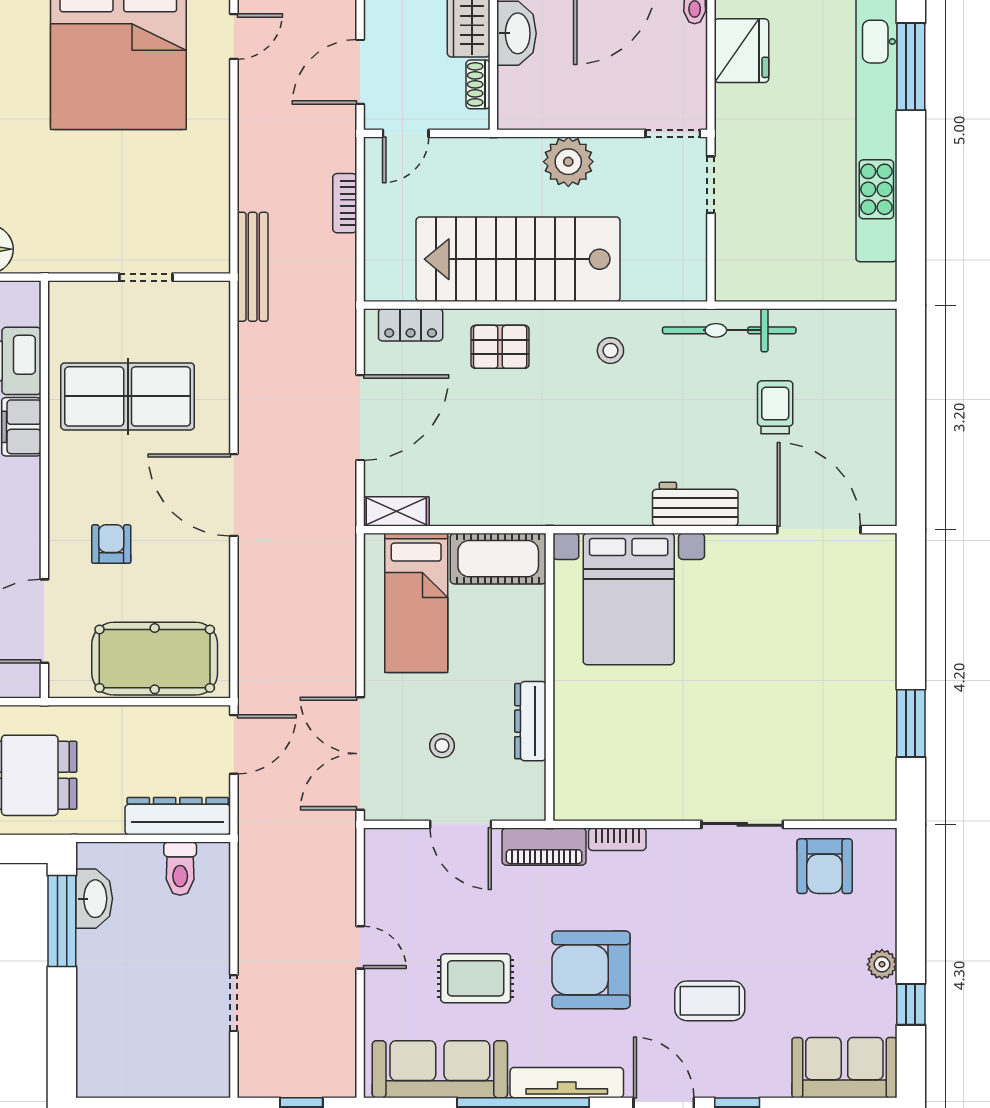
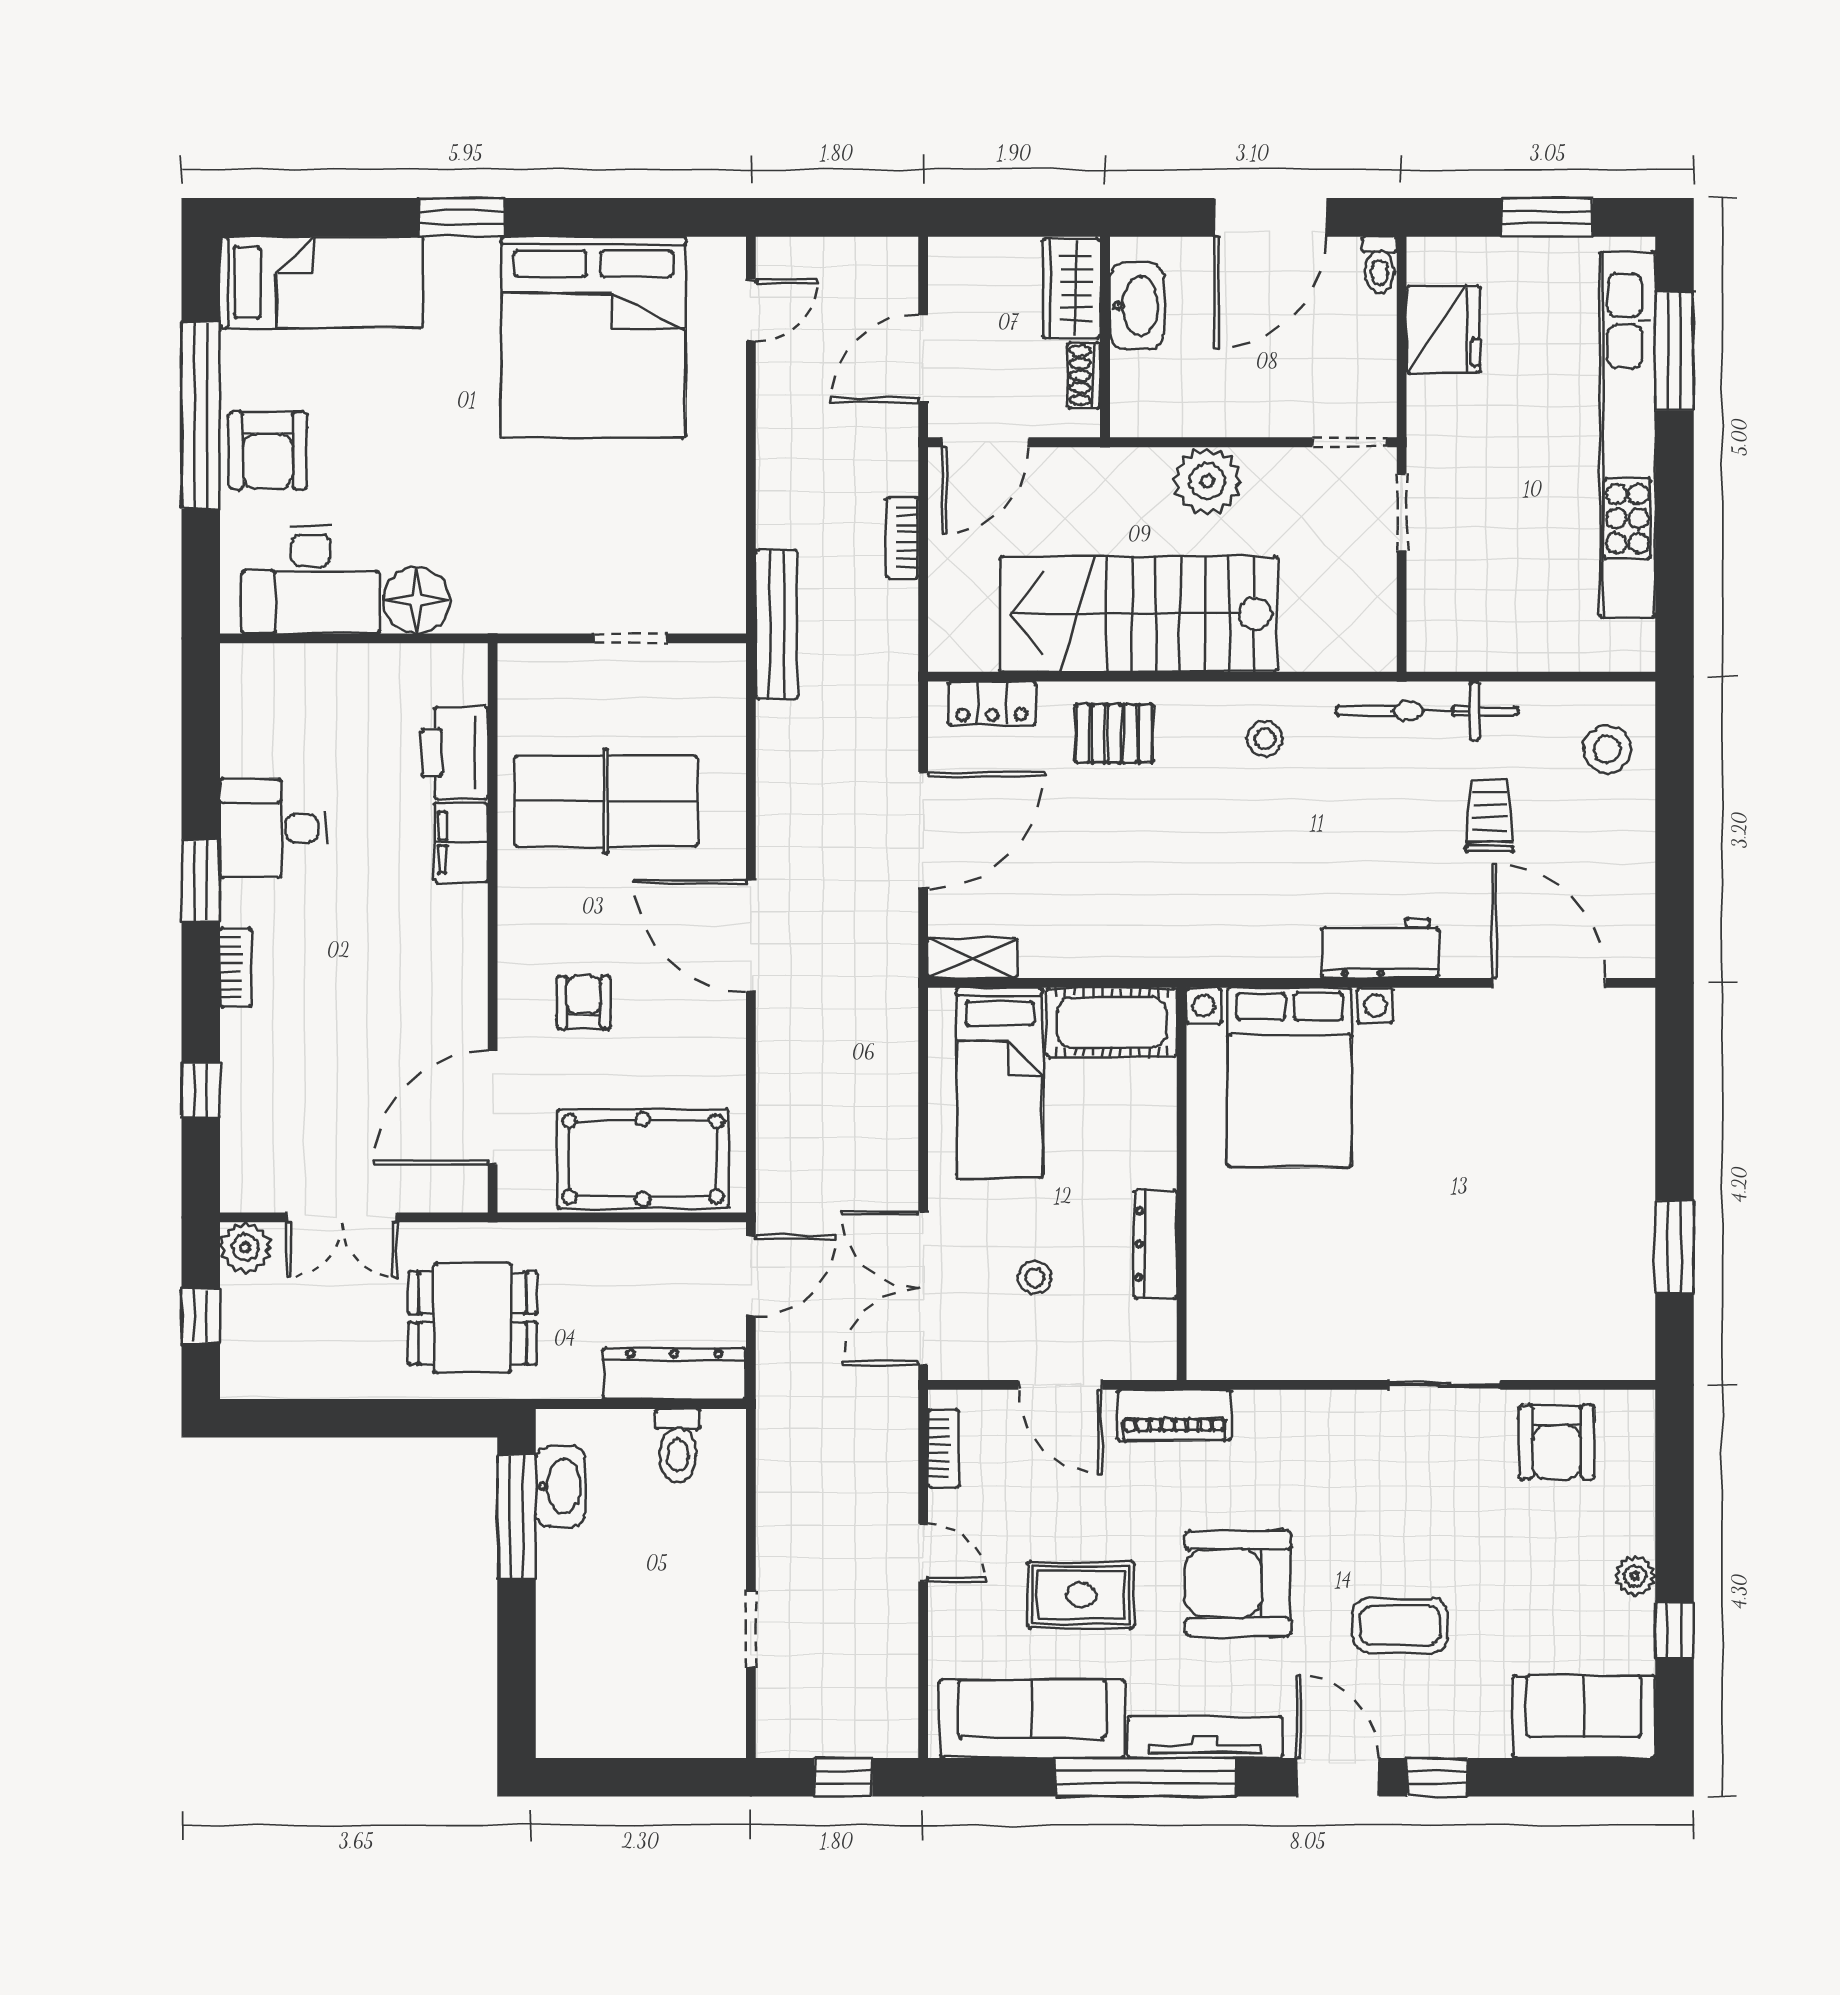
door: (406, 133) -> (985, 442), width x1.38
stool: (862, 359) -> (1607, 749), added
bookcase: (617, 839) -> (944, 1448), moved, turned -90

